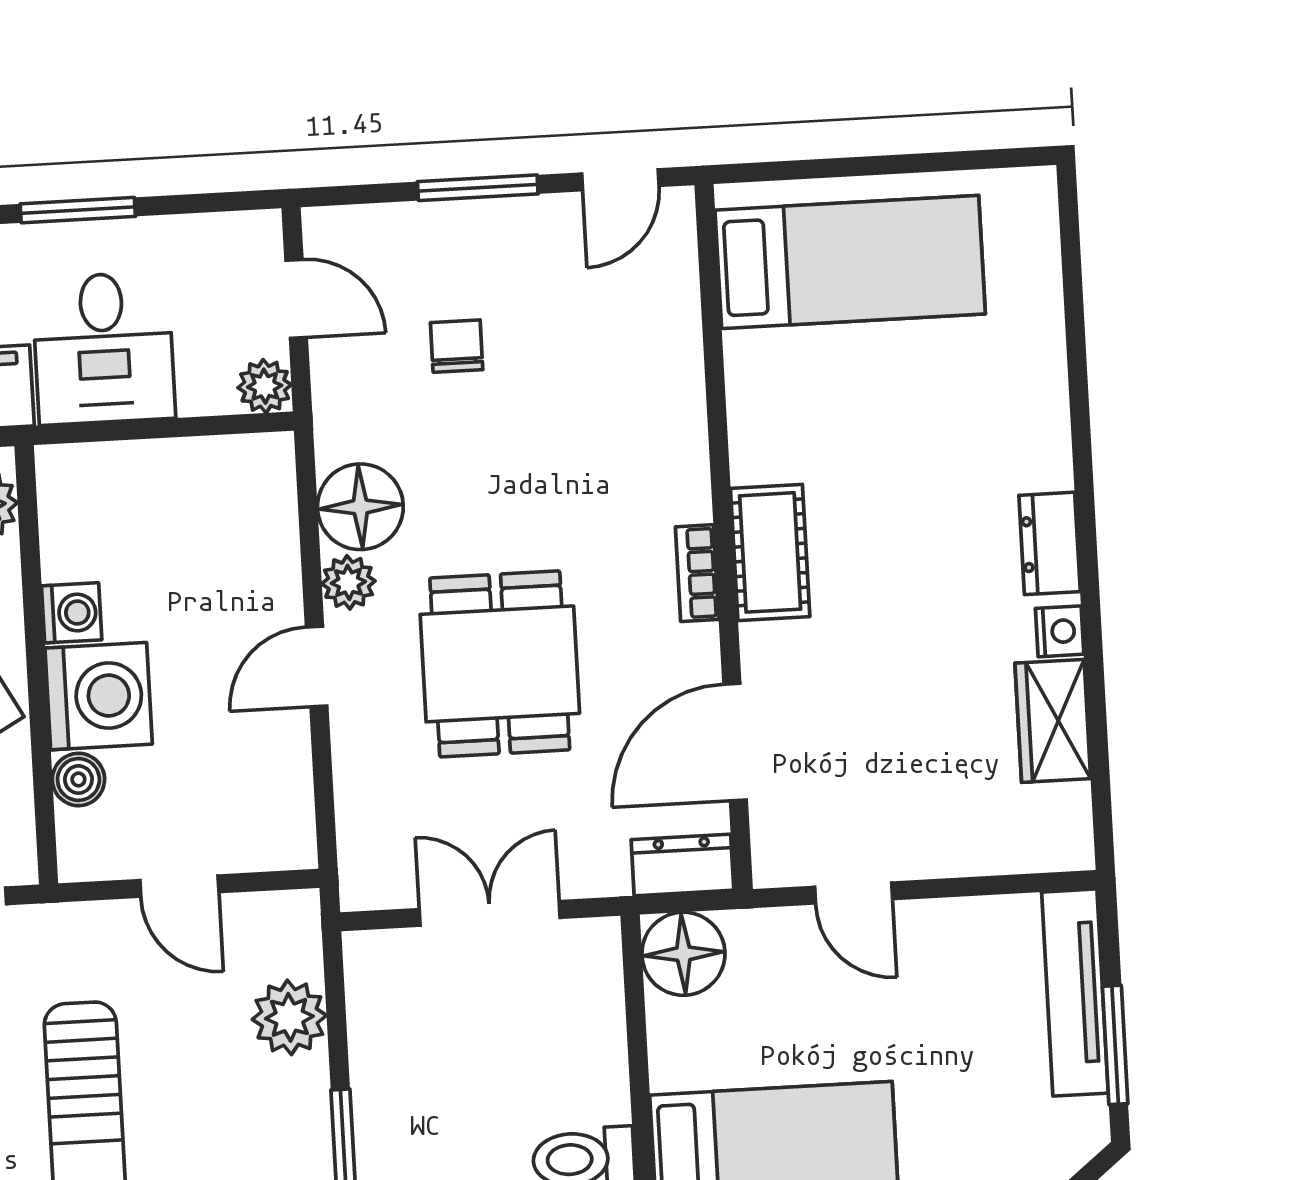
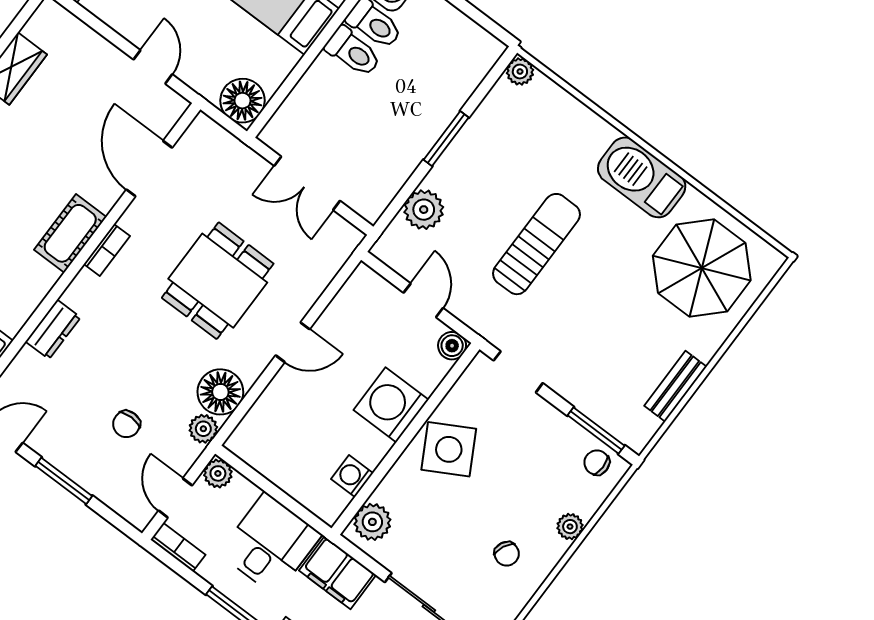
bookcase: (232, 231) -> (178, 547), added
plant: (348, 582) -> (203, 429), moved
washing machine: (72, 613) -> (352, 476), moved
door: (735, 742) -> (149, 169), swing flipped
boiler: (78, 779) -> (452, 346), moved
dresser: (682, 865) -> (53, 329), moved, turned -90

